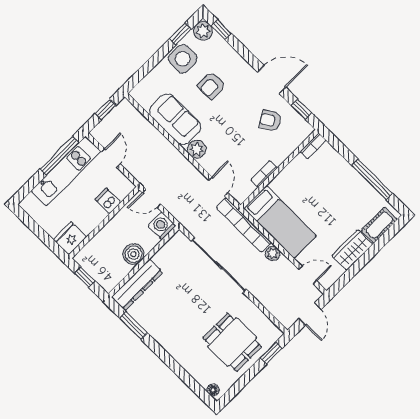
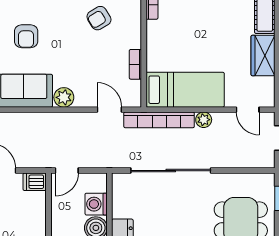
dishwasher: (108, 201) -> (35, 182), moved
washing machine: (162, 226) -> (96, 204), moved
door: (308, 275) -> (248, 110), swing flipped

